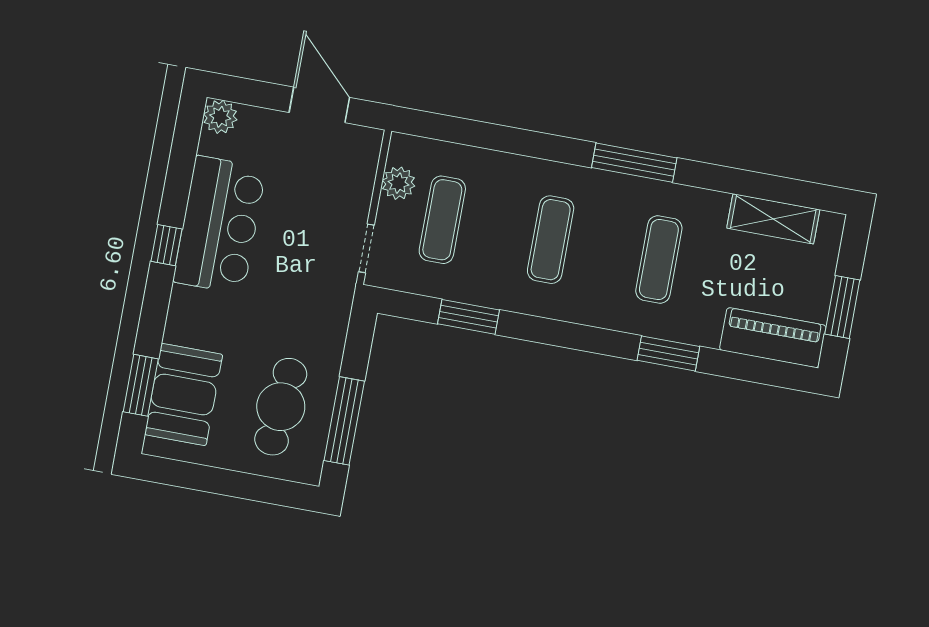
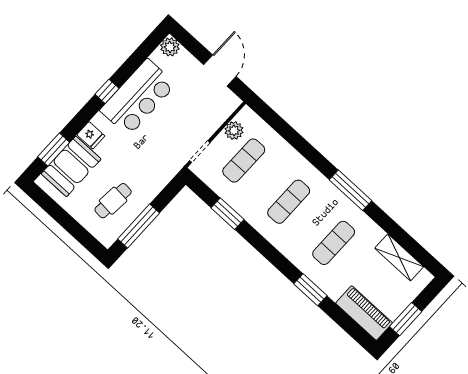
fridge: (184, 328) -> (91, 135), added
cafe table: (281, 407) -> (113, 201), width x0.73, depth x0.74

